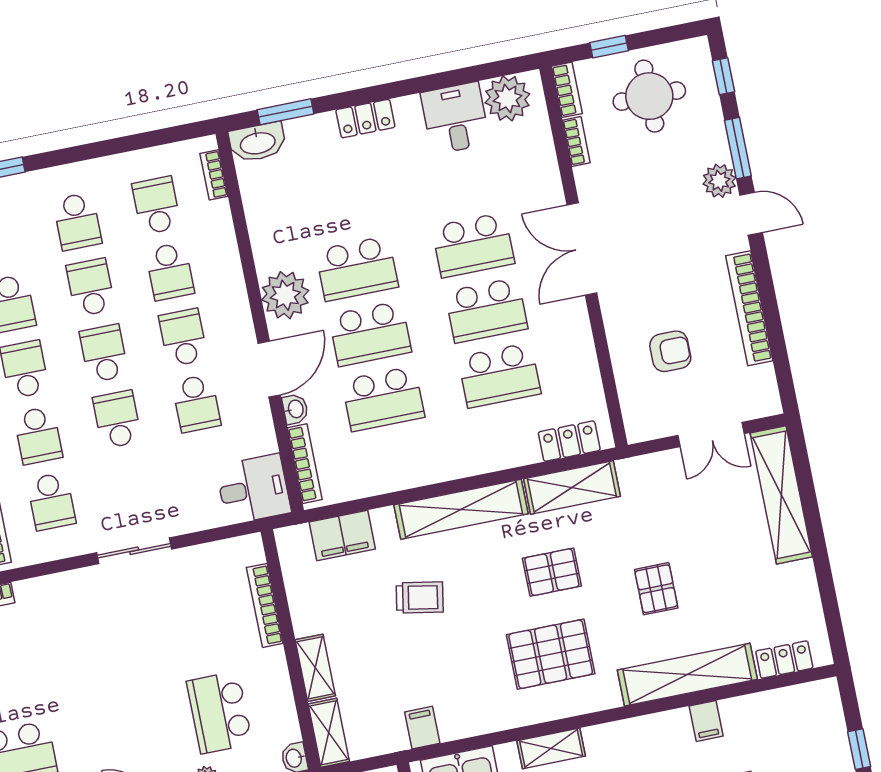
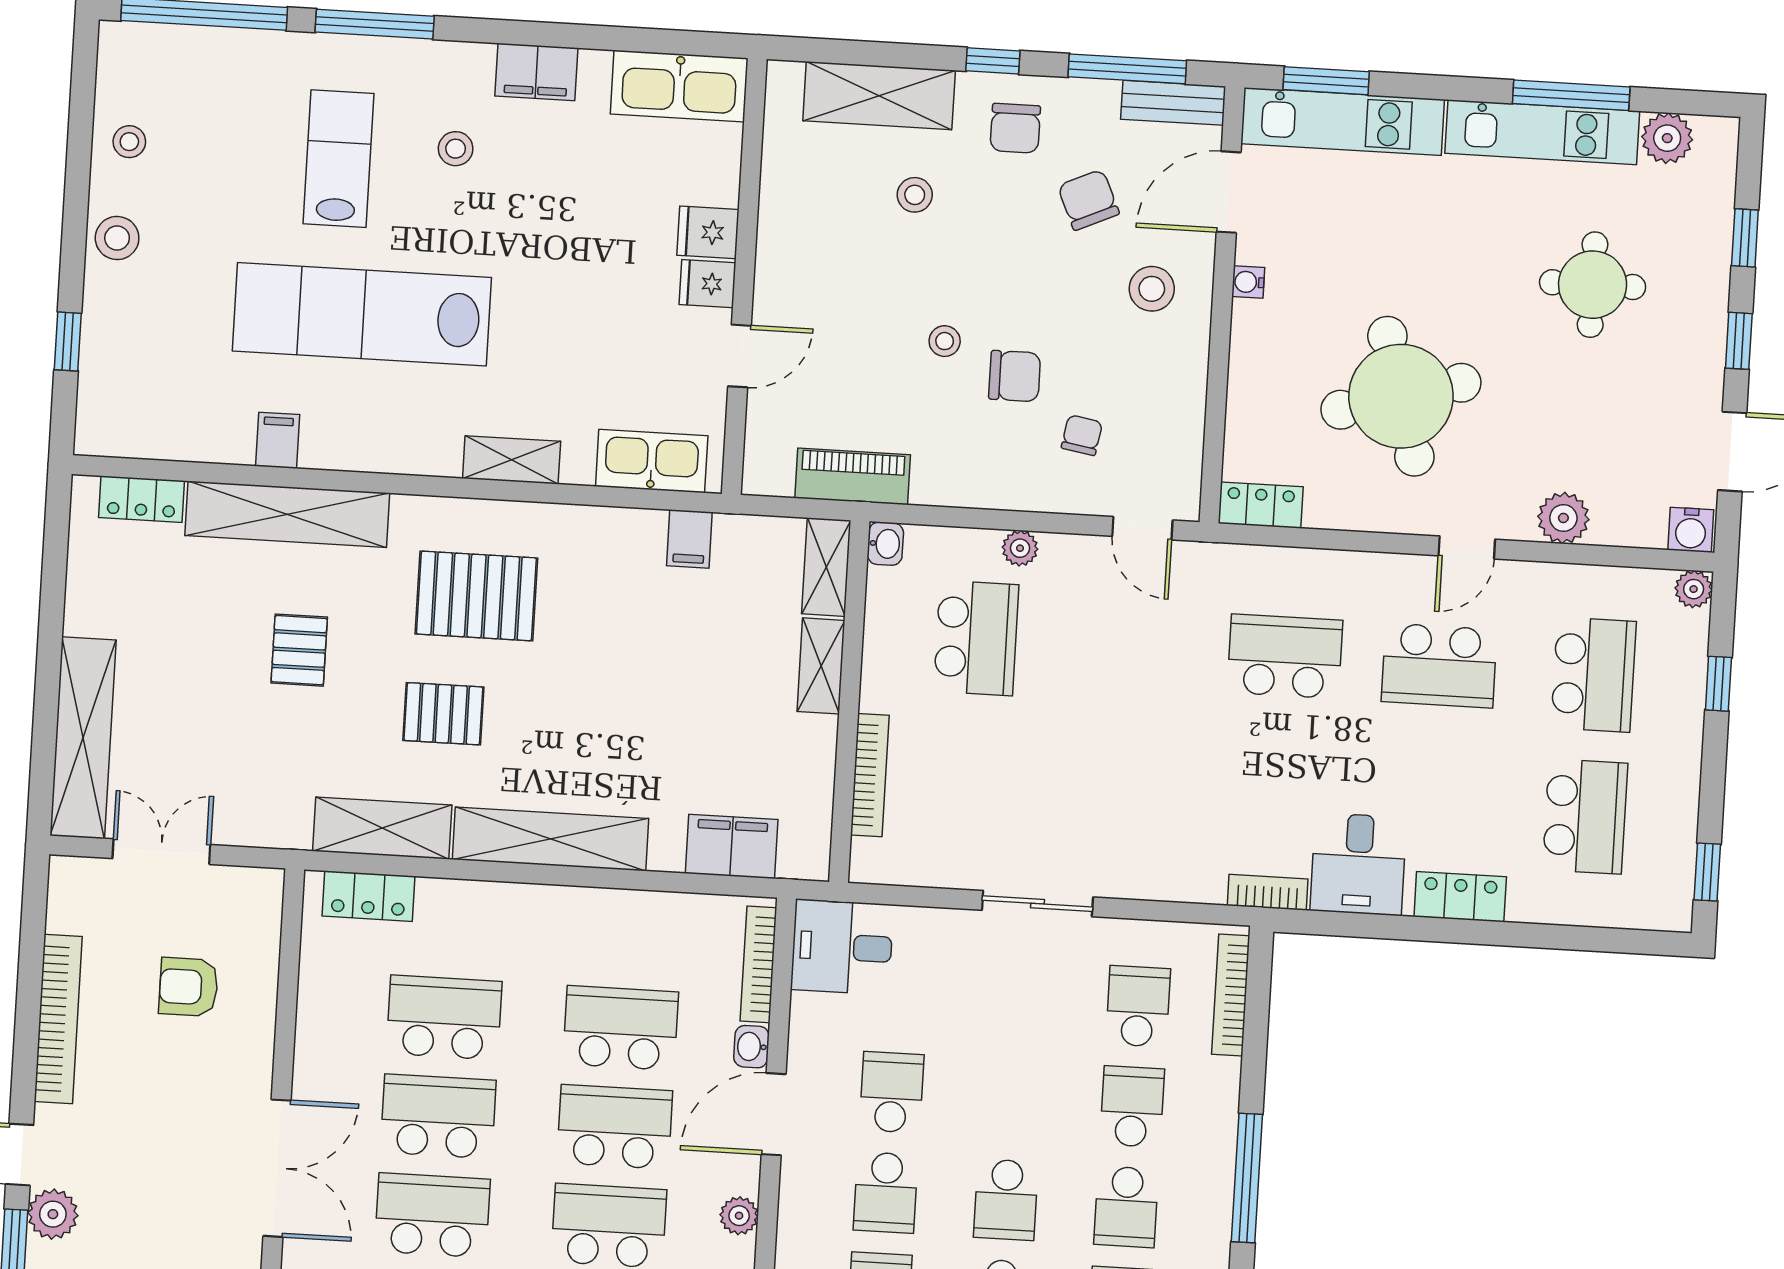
plant: (285, 295) -> (739, 1216), width x0.53, depth x0.53
school desk: (117, 419) -> (1012, 1099), removed
trolley: (420, 598) -> (644, 727), removed

